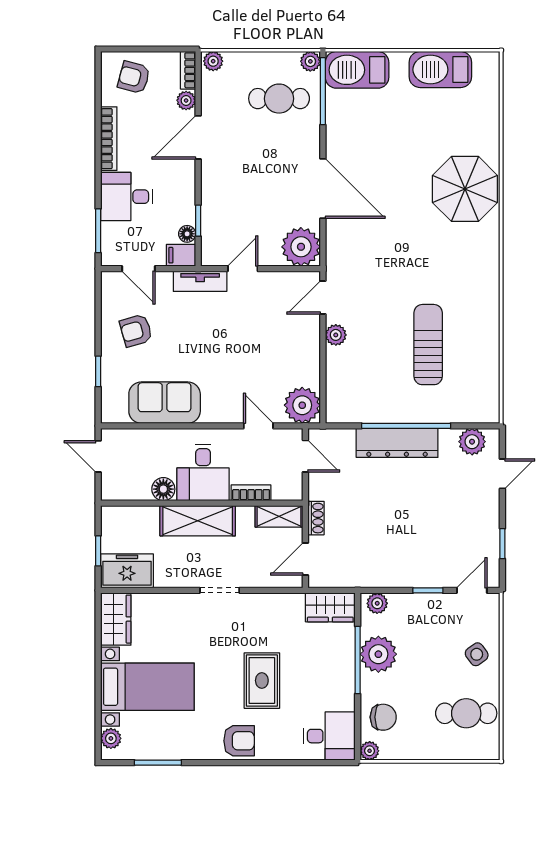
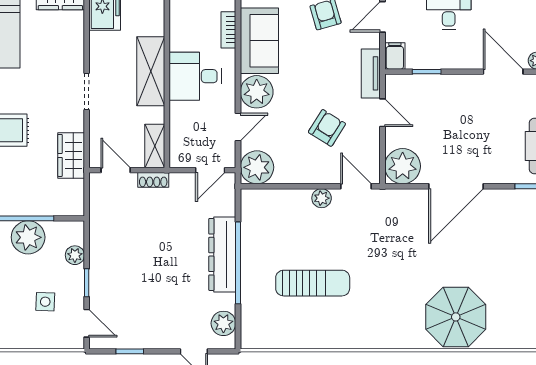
floor lamp: (187, 234) -> (414, 62), removed
armchair: (259, 329) -> (327, 128), added
plant: (220, 406) -> (257, 92), added
floor lamp: (163, 489) -> (180, 40), removed
bookcase: (251, 493) -> (228, 30), moved, turned 180
plant: (377, 603) -> (75, 255), moved
wardrobe: (330, 607) -> (71, 155), moved
side table: (477, 654) -> (45, 302), moved, turned 38

